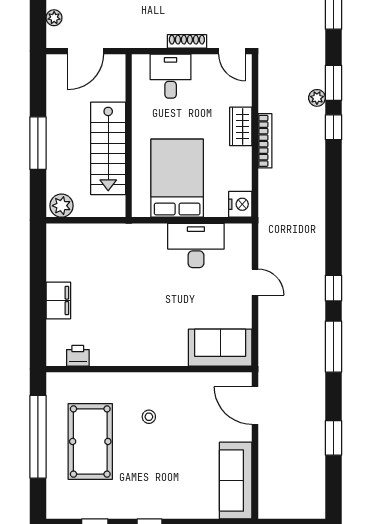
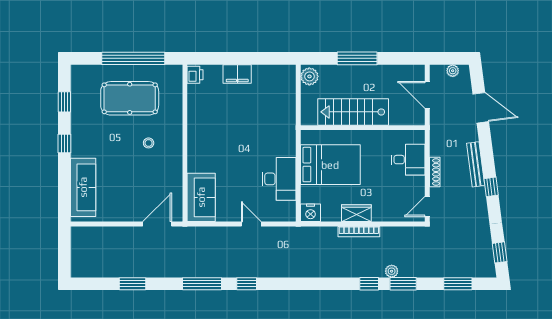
wardrobe: (241, 126) -> (356, 213), moved
door: (255, 282) -> (251, 224), swing flipped
printer: (78, 356) -> (195, 75), moved
sofa: (236, 481) -> (83, 187), moved, turned 90

